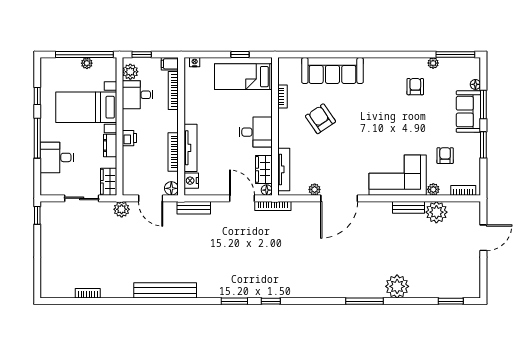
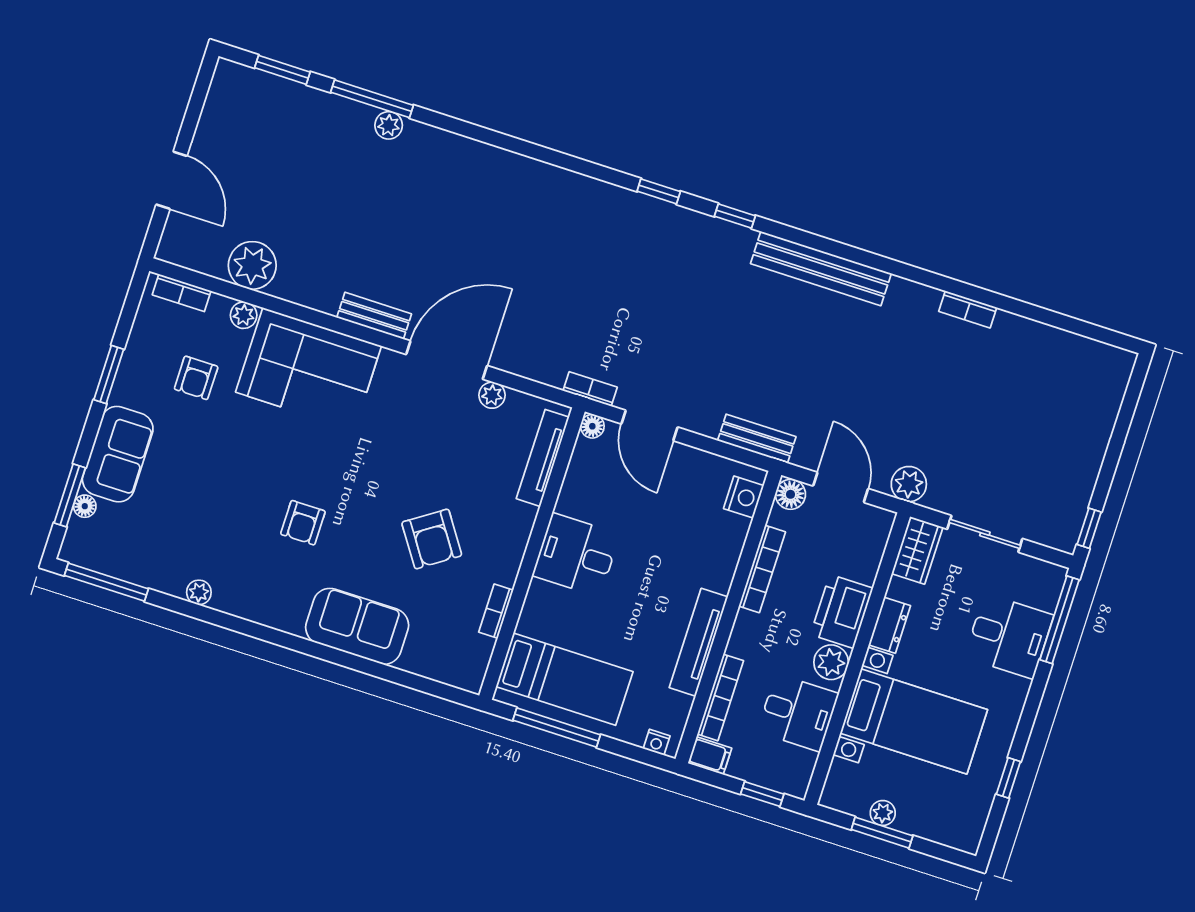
window: (84, 55) -> (882, 833), width x0.47
window: (240, 55) -> (557, 728), width x2.17
plant: (433, 63) -> (199, 592), moved
sofa: (332, 71) -> (357, 626), width x0.73
plant: (130, 72) -> (831, 662), moved
armchair: (415, 87) -> (303, 523), moved
window: (483, 104) -> (70, 495), moved
window: (37, 138) -> (1059, 620), moved
printer: (129, 138) -> (842, 611), width x1.87, depth x1.48
tv unit: (190, 148) -> (699, 642), moved
wardrobe: (264, 169) -> (584, 471), removed
bookcase: (273, 206) -> (590, 389), width x0.64
bench: (408, 207) -> (374, 316), moved
door: (483, 238) -> (172, 180), swing flipped
plant: (397, 286) -> (389, 125), width x0.53, depth x0.53
bench: (165, 290) -> (821, 268), moved
bookcase: (88, 293) -> (968, 309), moved
window: (234, 301) -> (735, 216), width x0.67
window: (365, 301) -> (372, 99), moved

